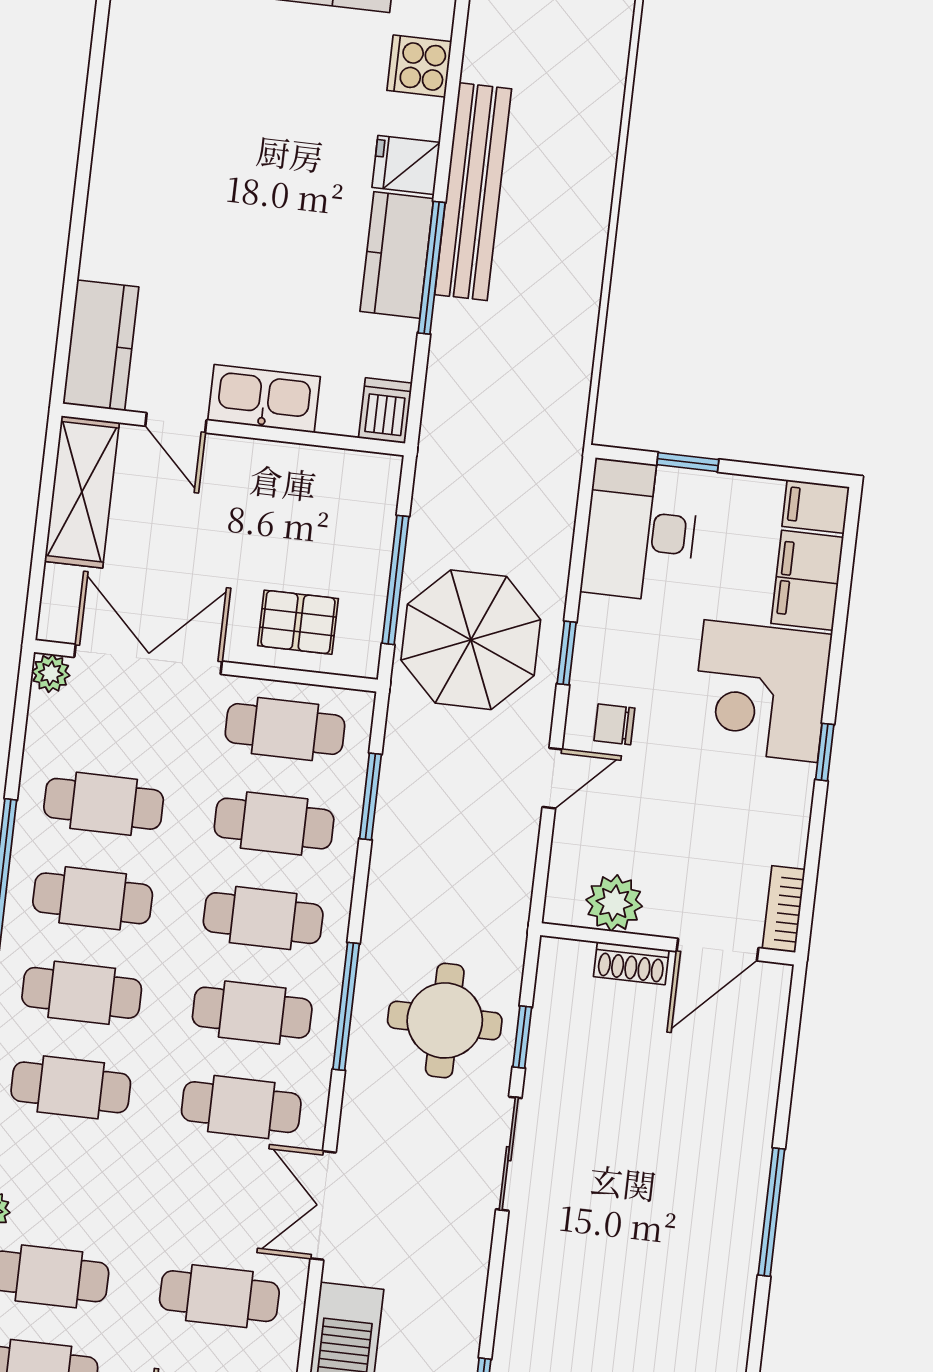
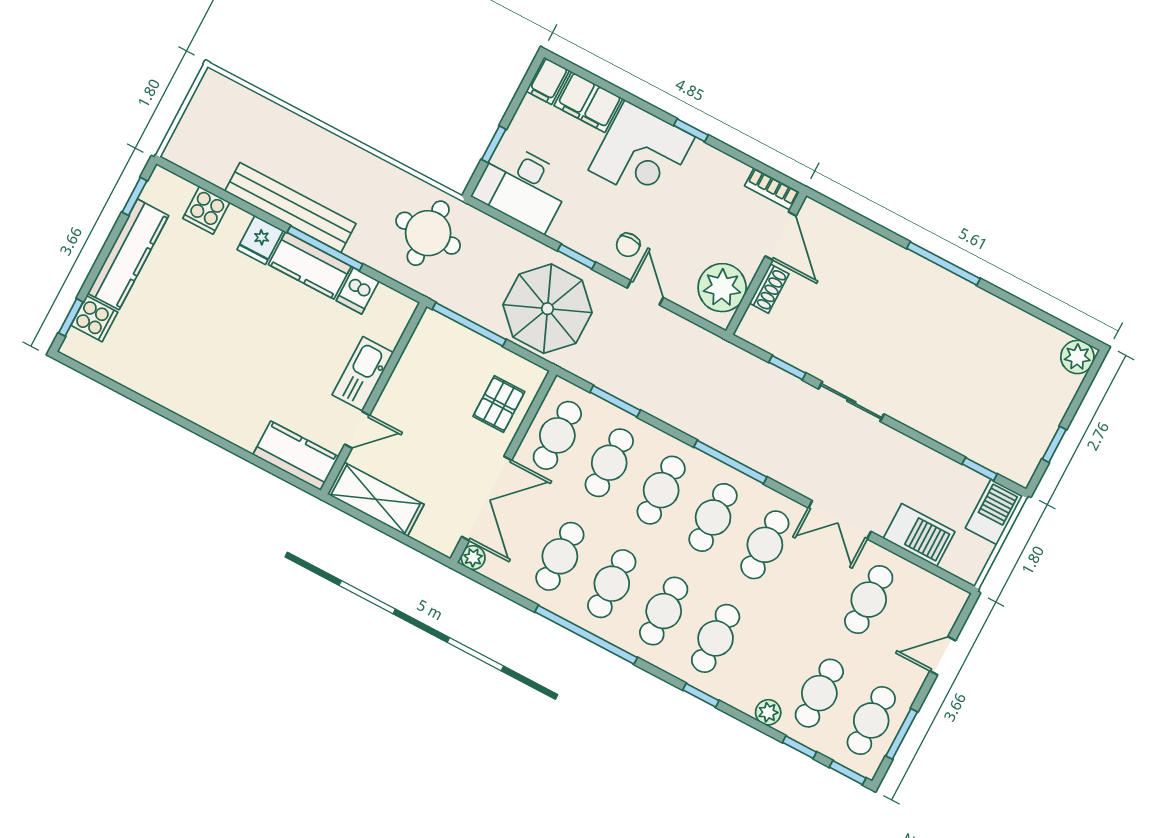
dishwasher: (385, 411) -> (358, 291), moved, turned -90
window: (395, 580) -> (469, 324), moved
double door: (148, 659) -> (487, 498), swing flipped
plant: (614, 903) -> (722, 288), width x1.36, depth x1.36
round table: (445, 1020) -> (428, 233), moved

